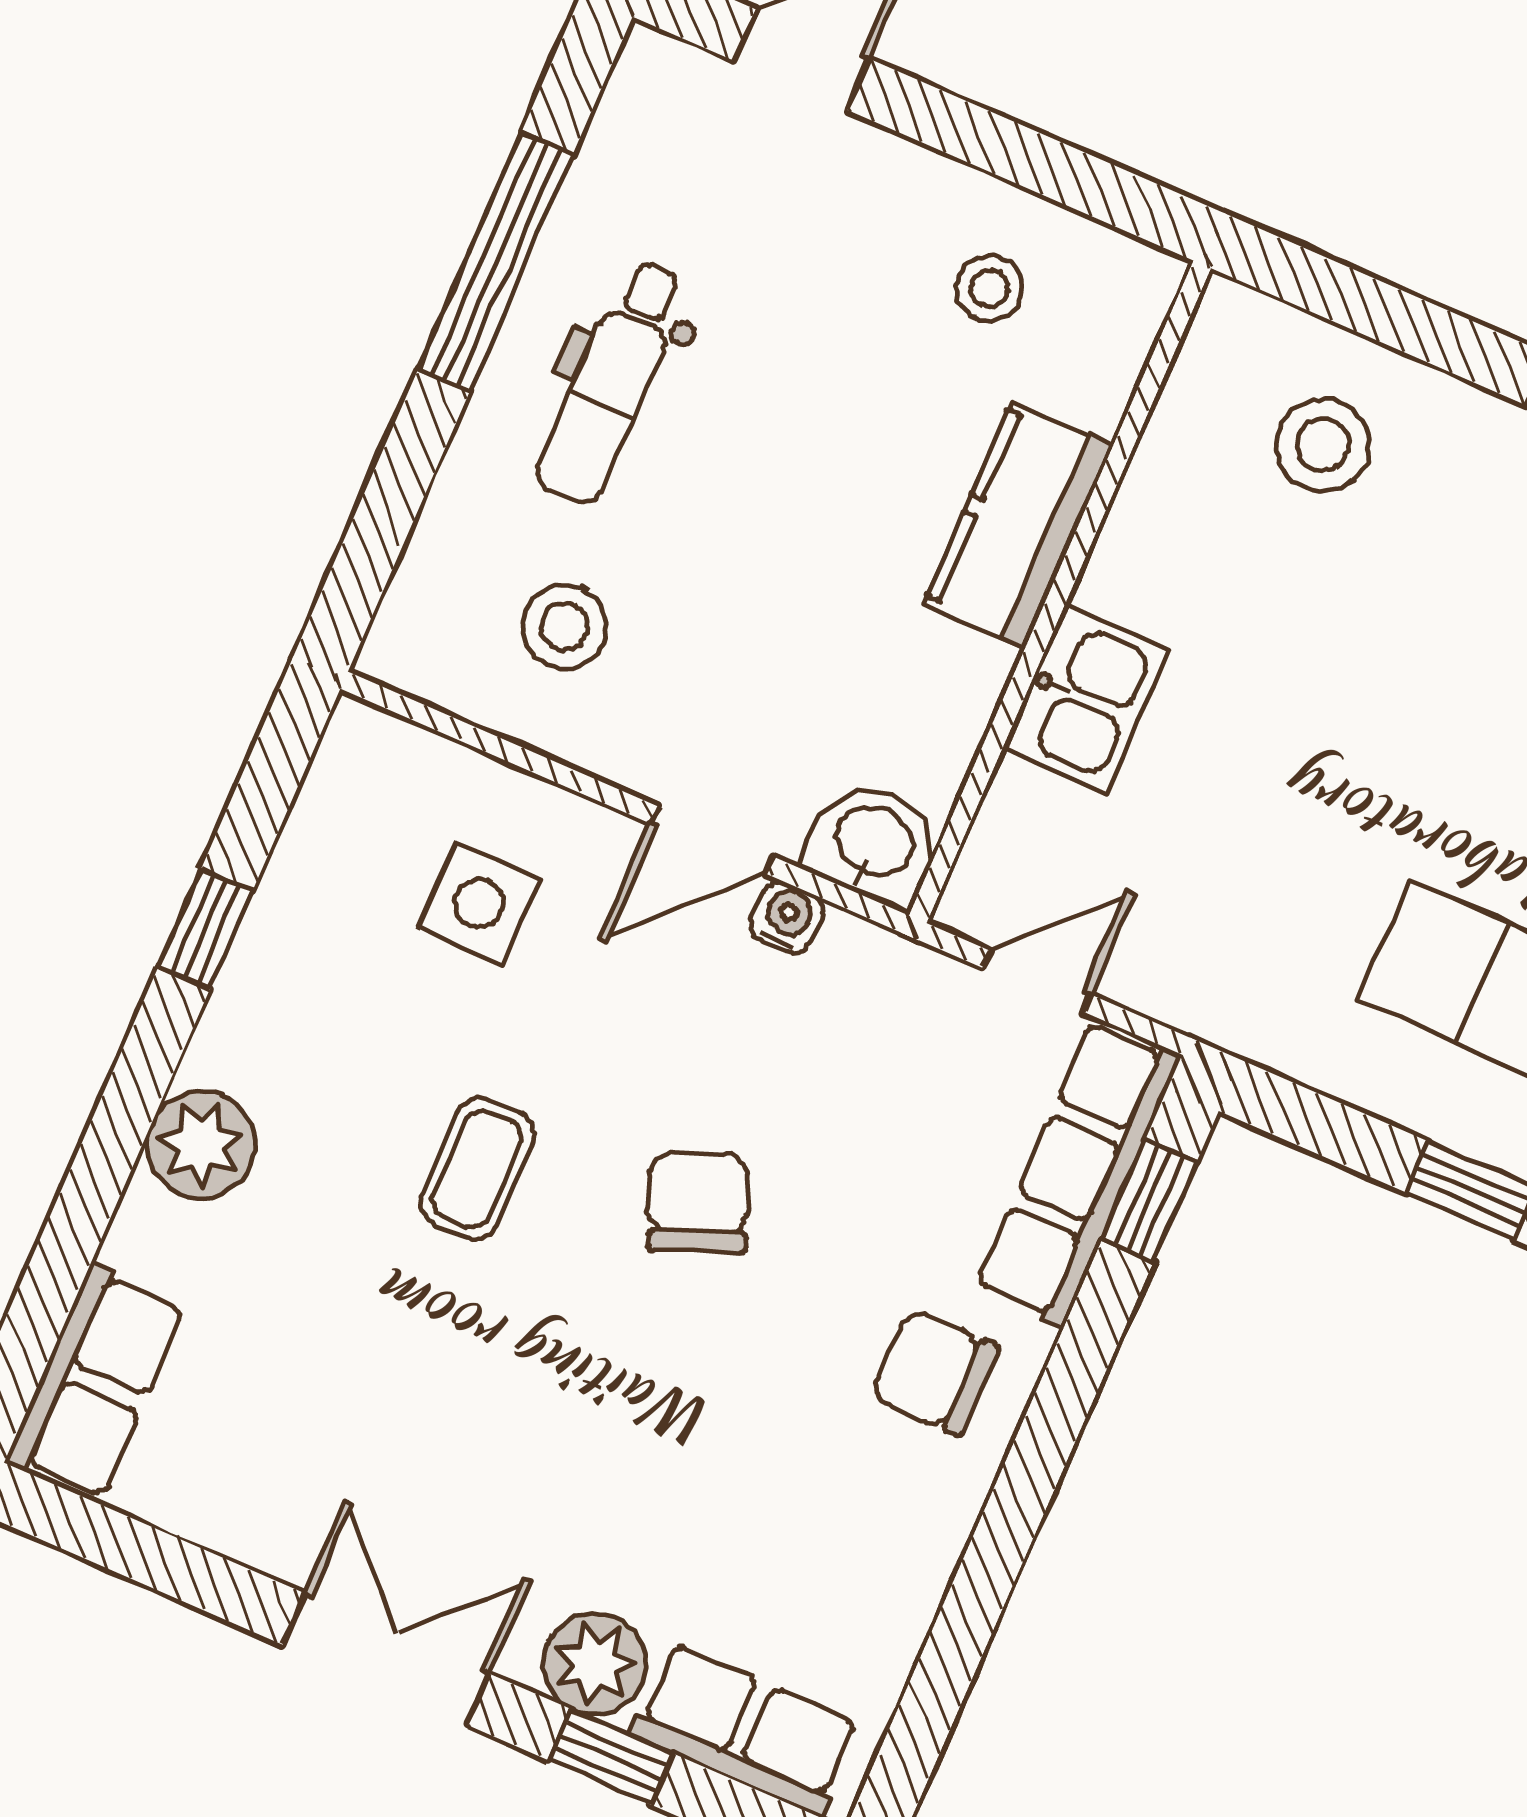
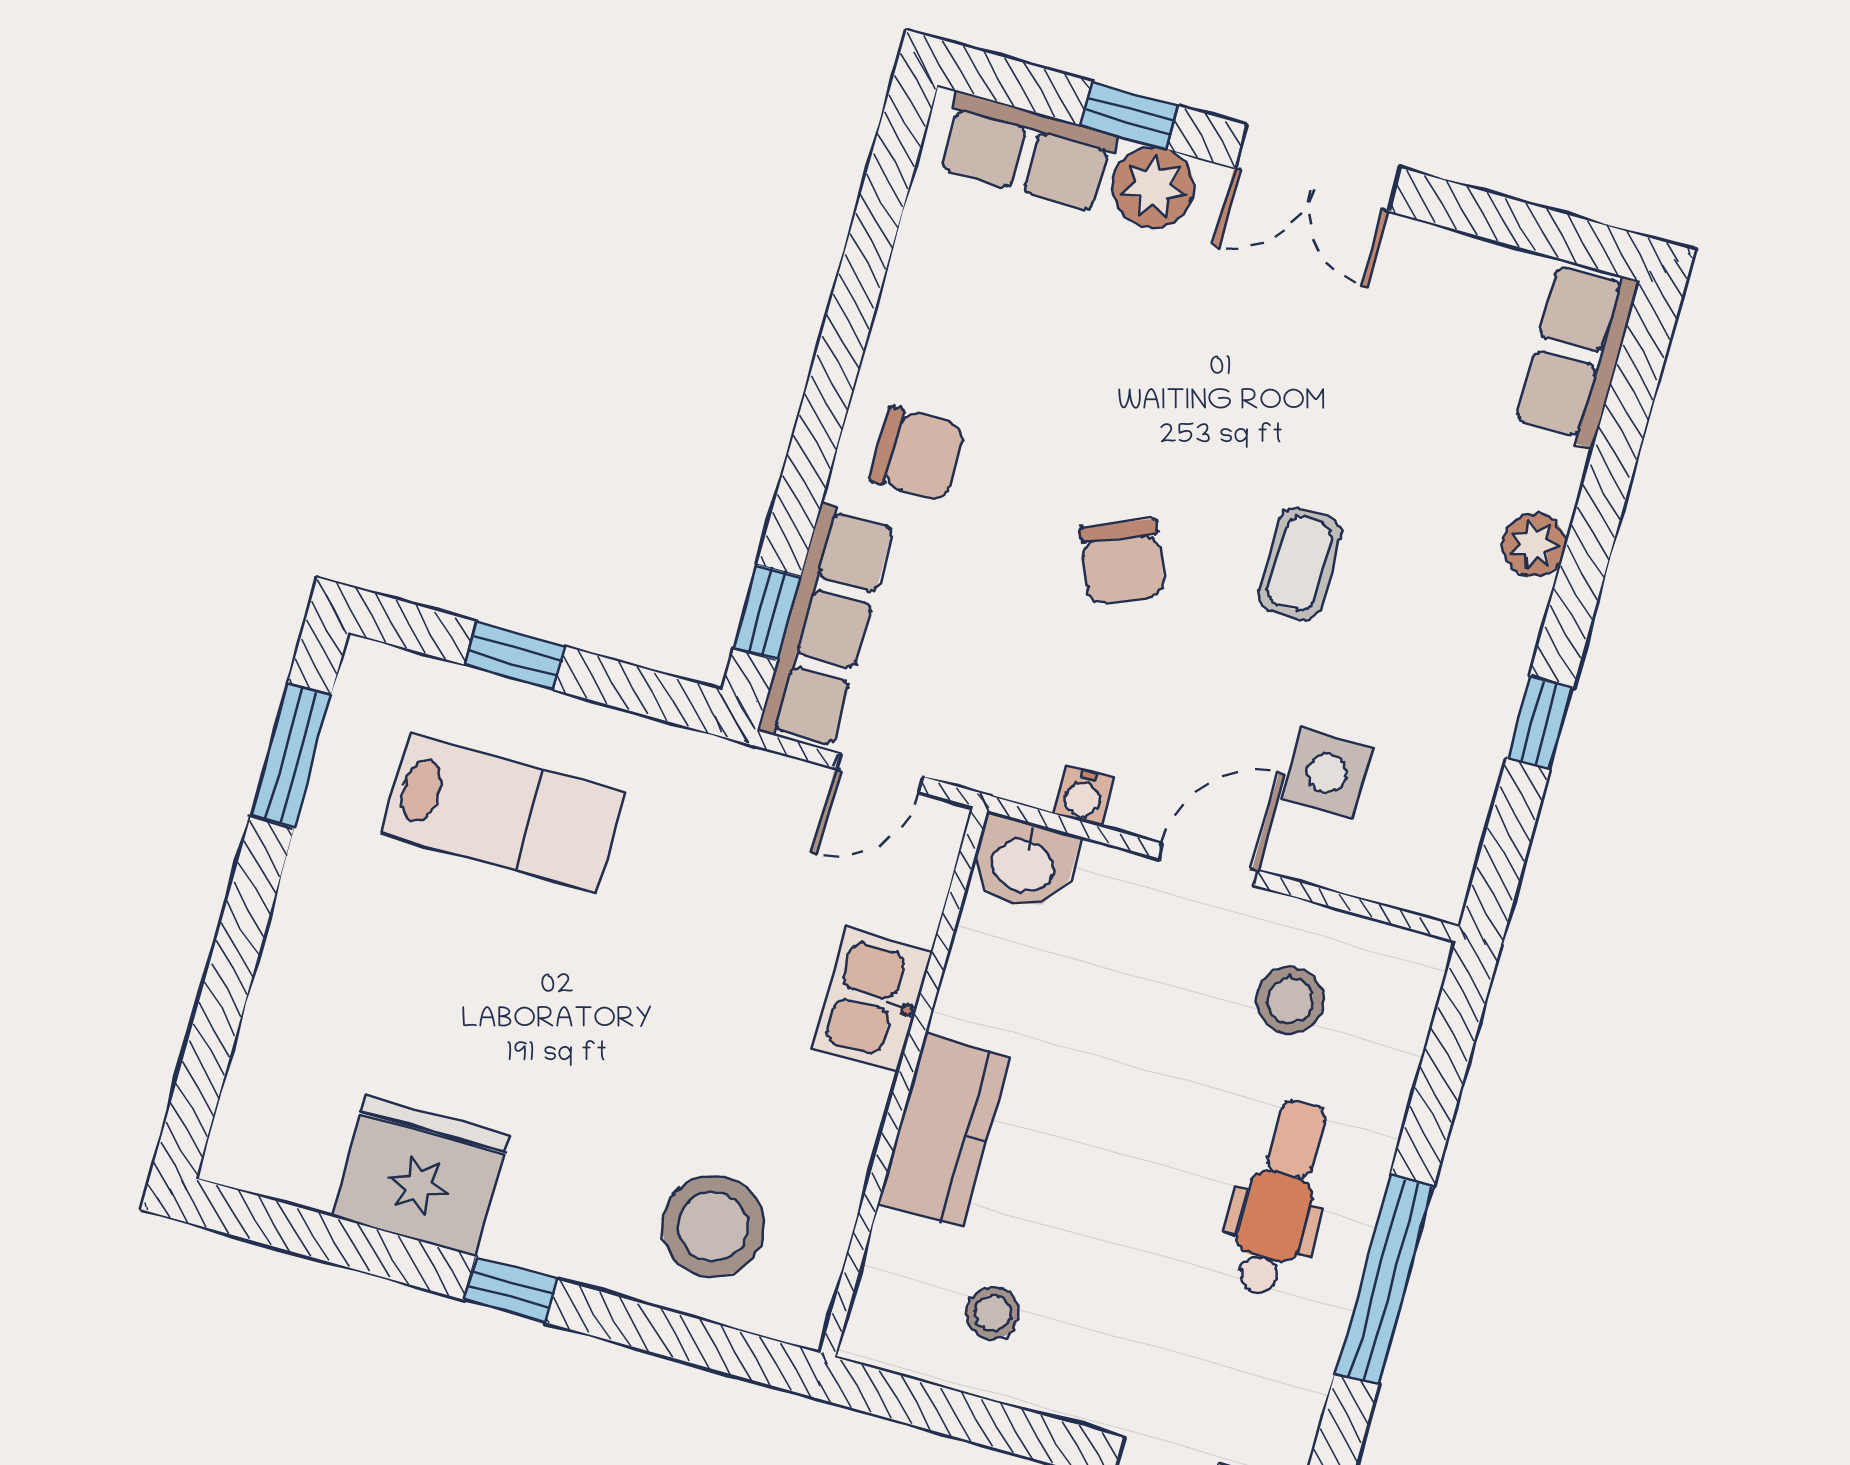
stool: (1323, 445) -> (713, 1226), width x1.38, depth x1.38
door: (711, 840) -> (1208, 864), moved
plant: (201, 1145) -> (1534, 545), width x0.73, depth x0.73

